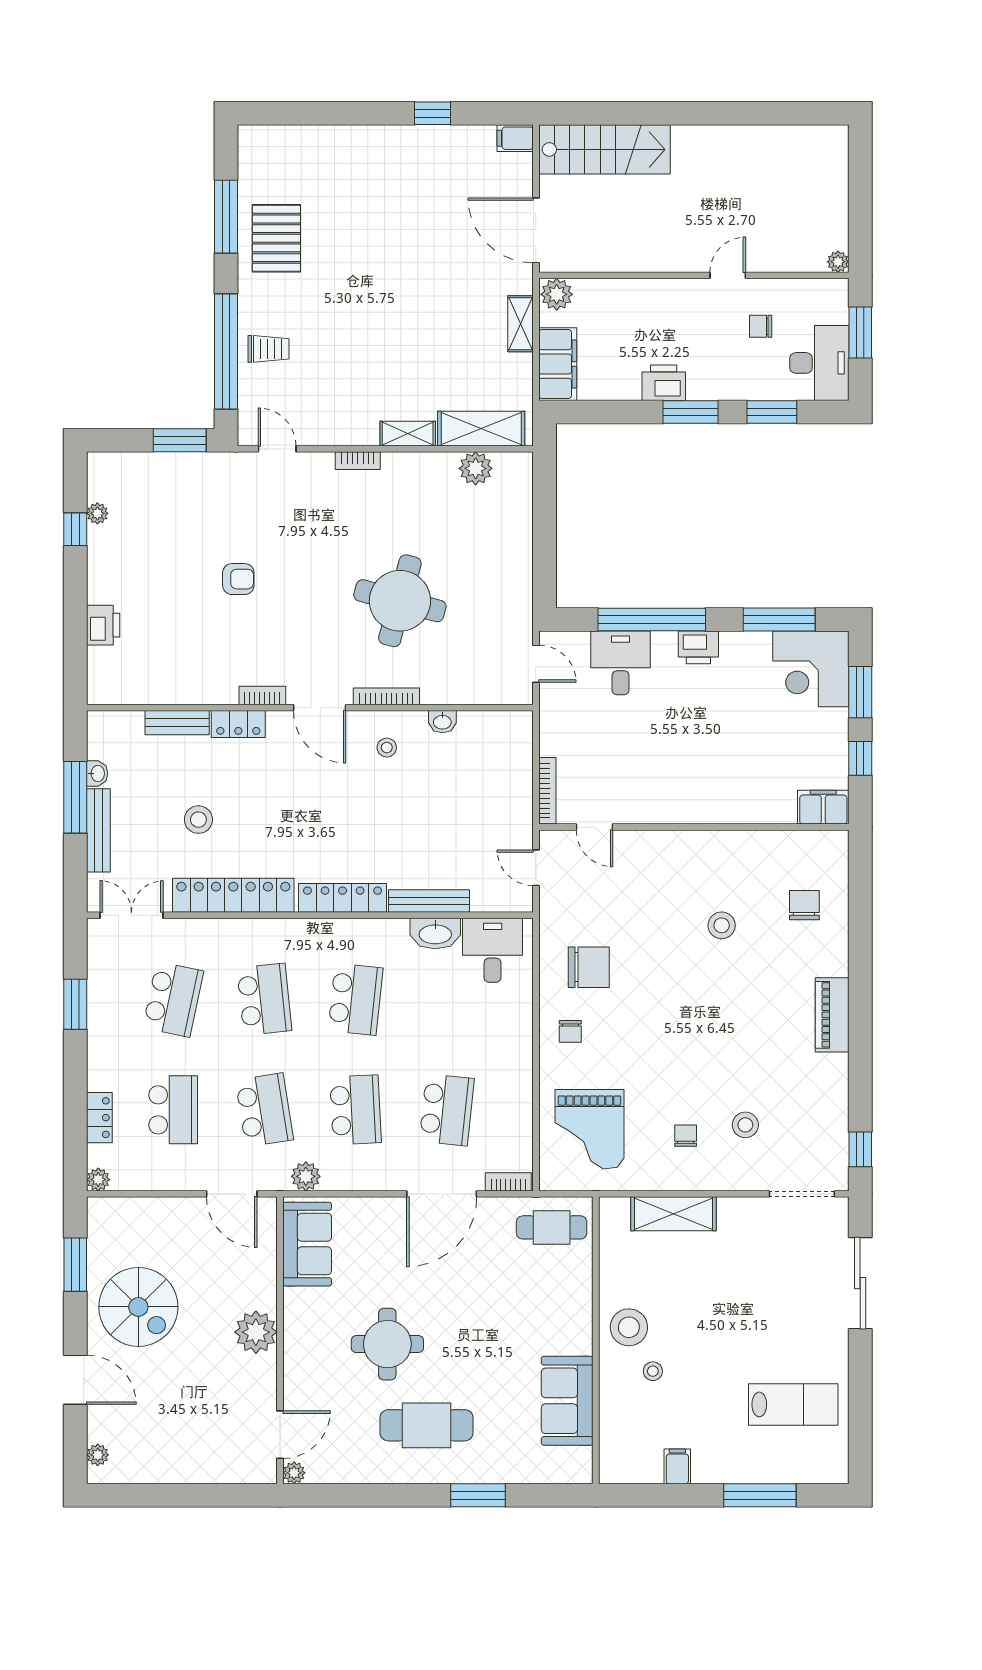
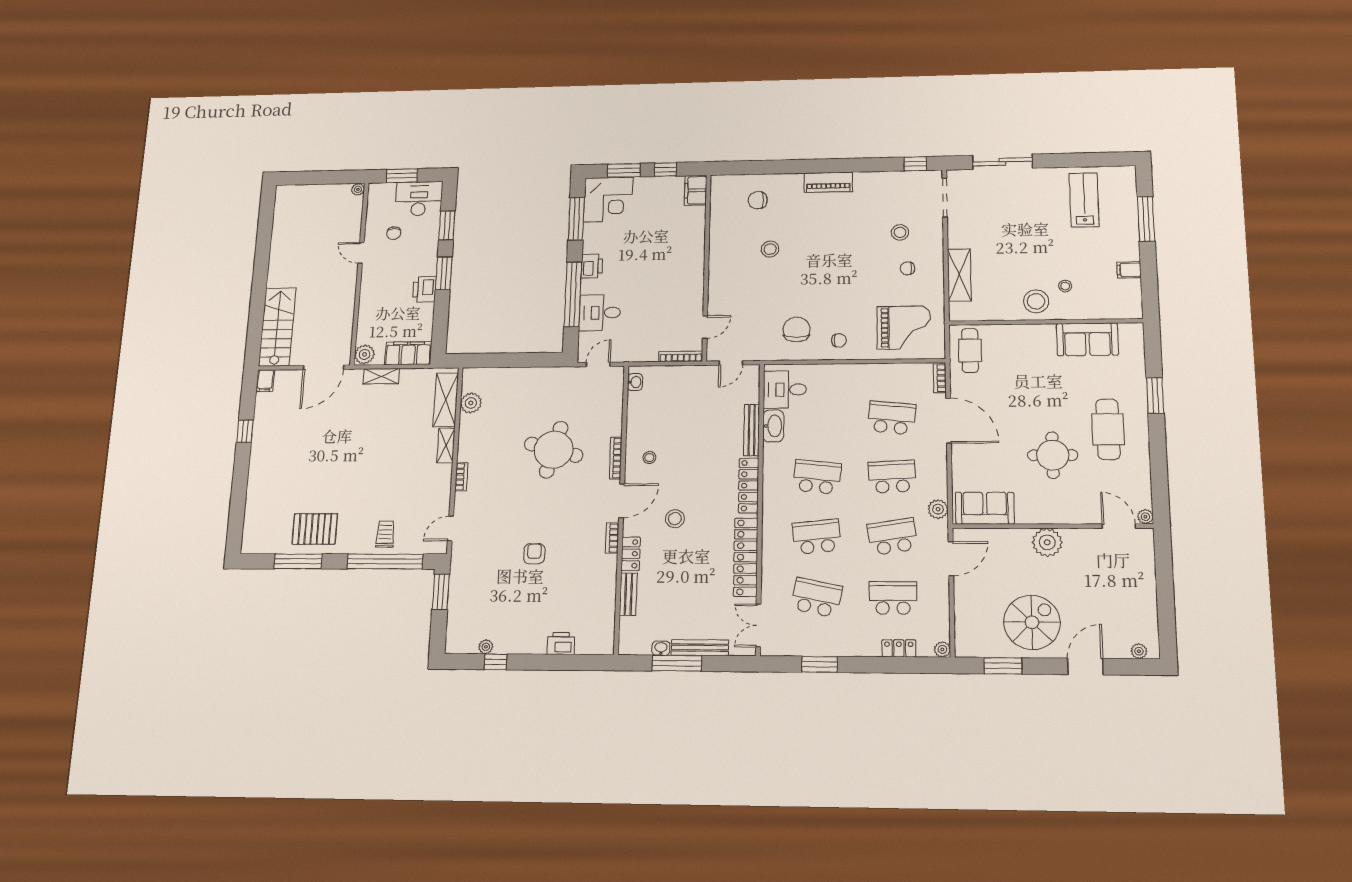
washbasin: (442, 722) -> (635, 382), moved
stool: (198, 820) -> (675, 519), moved

